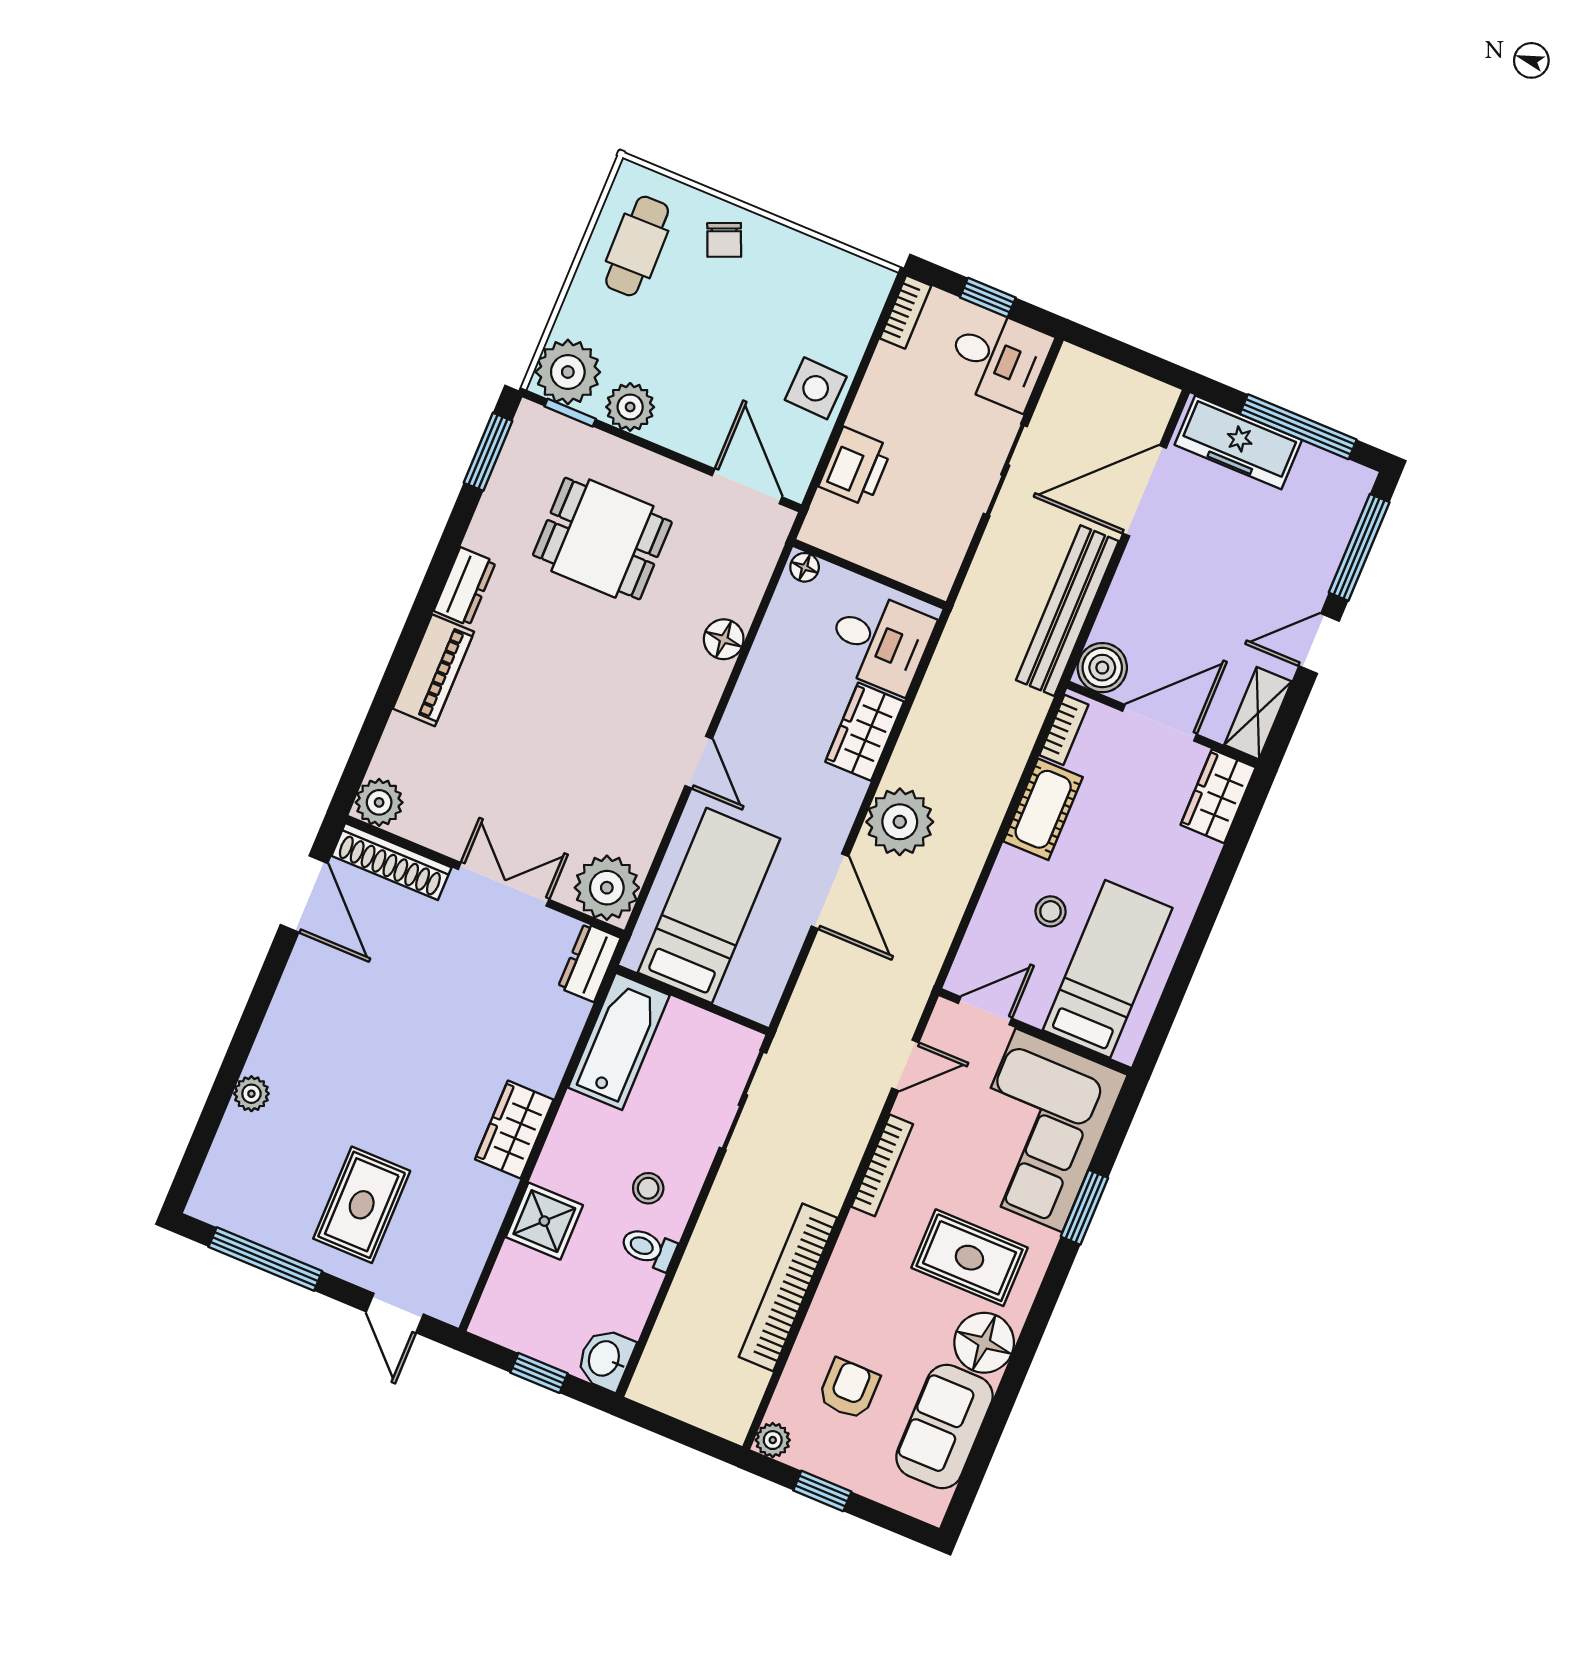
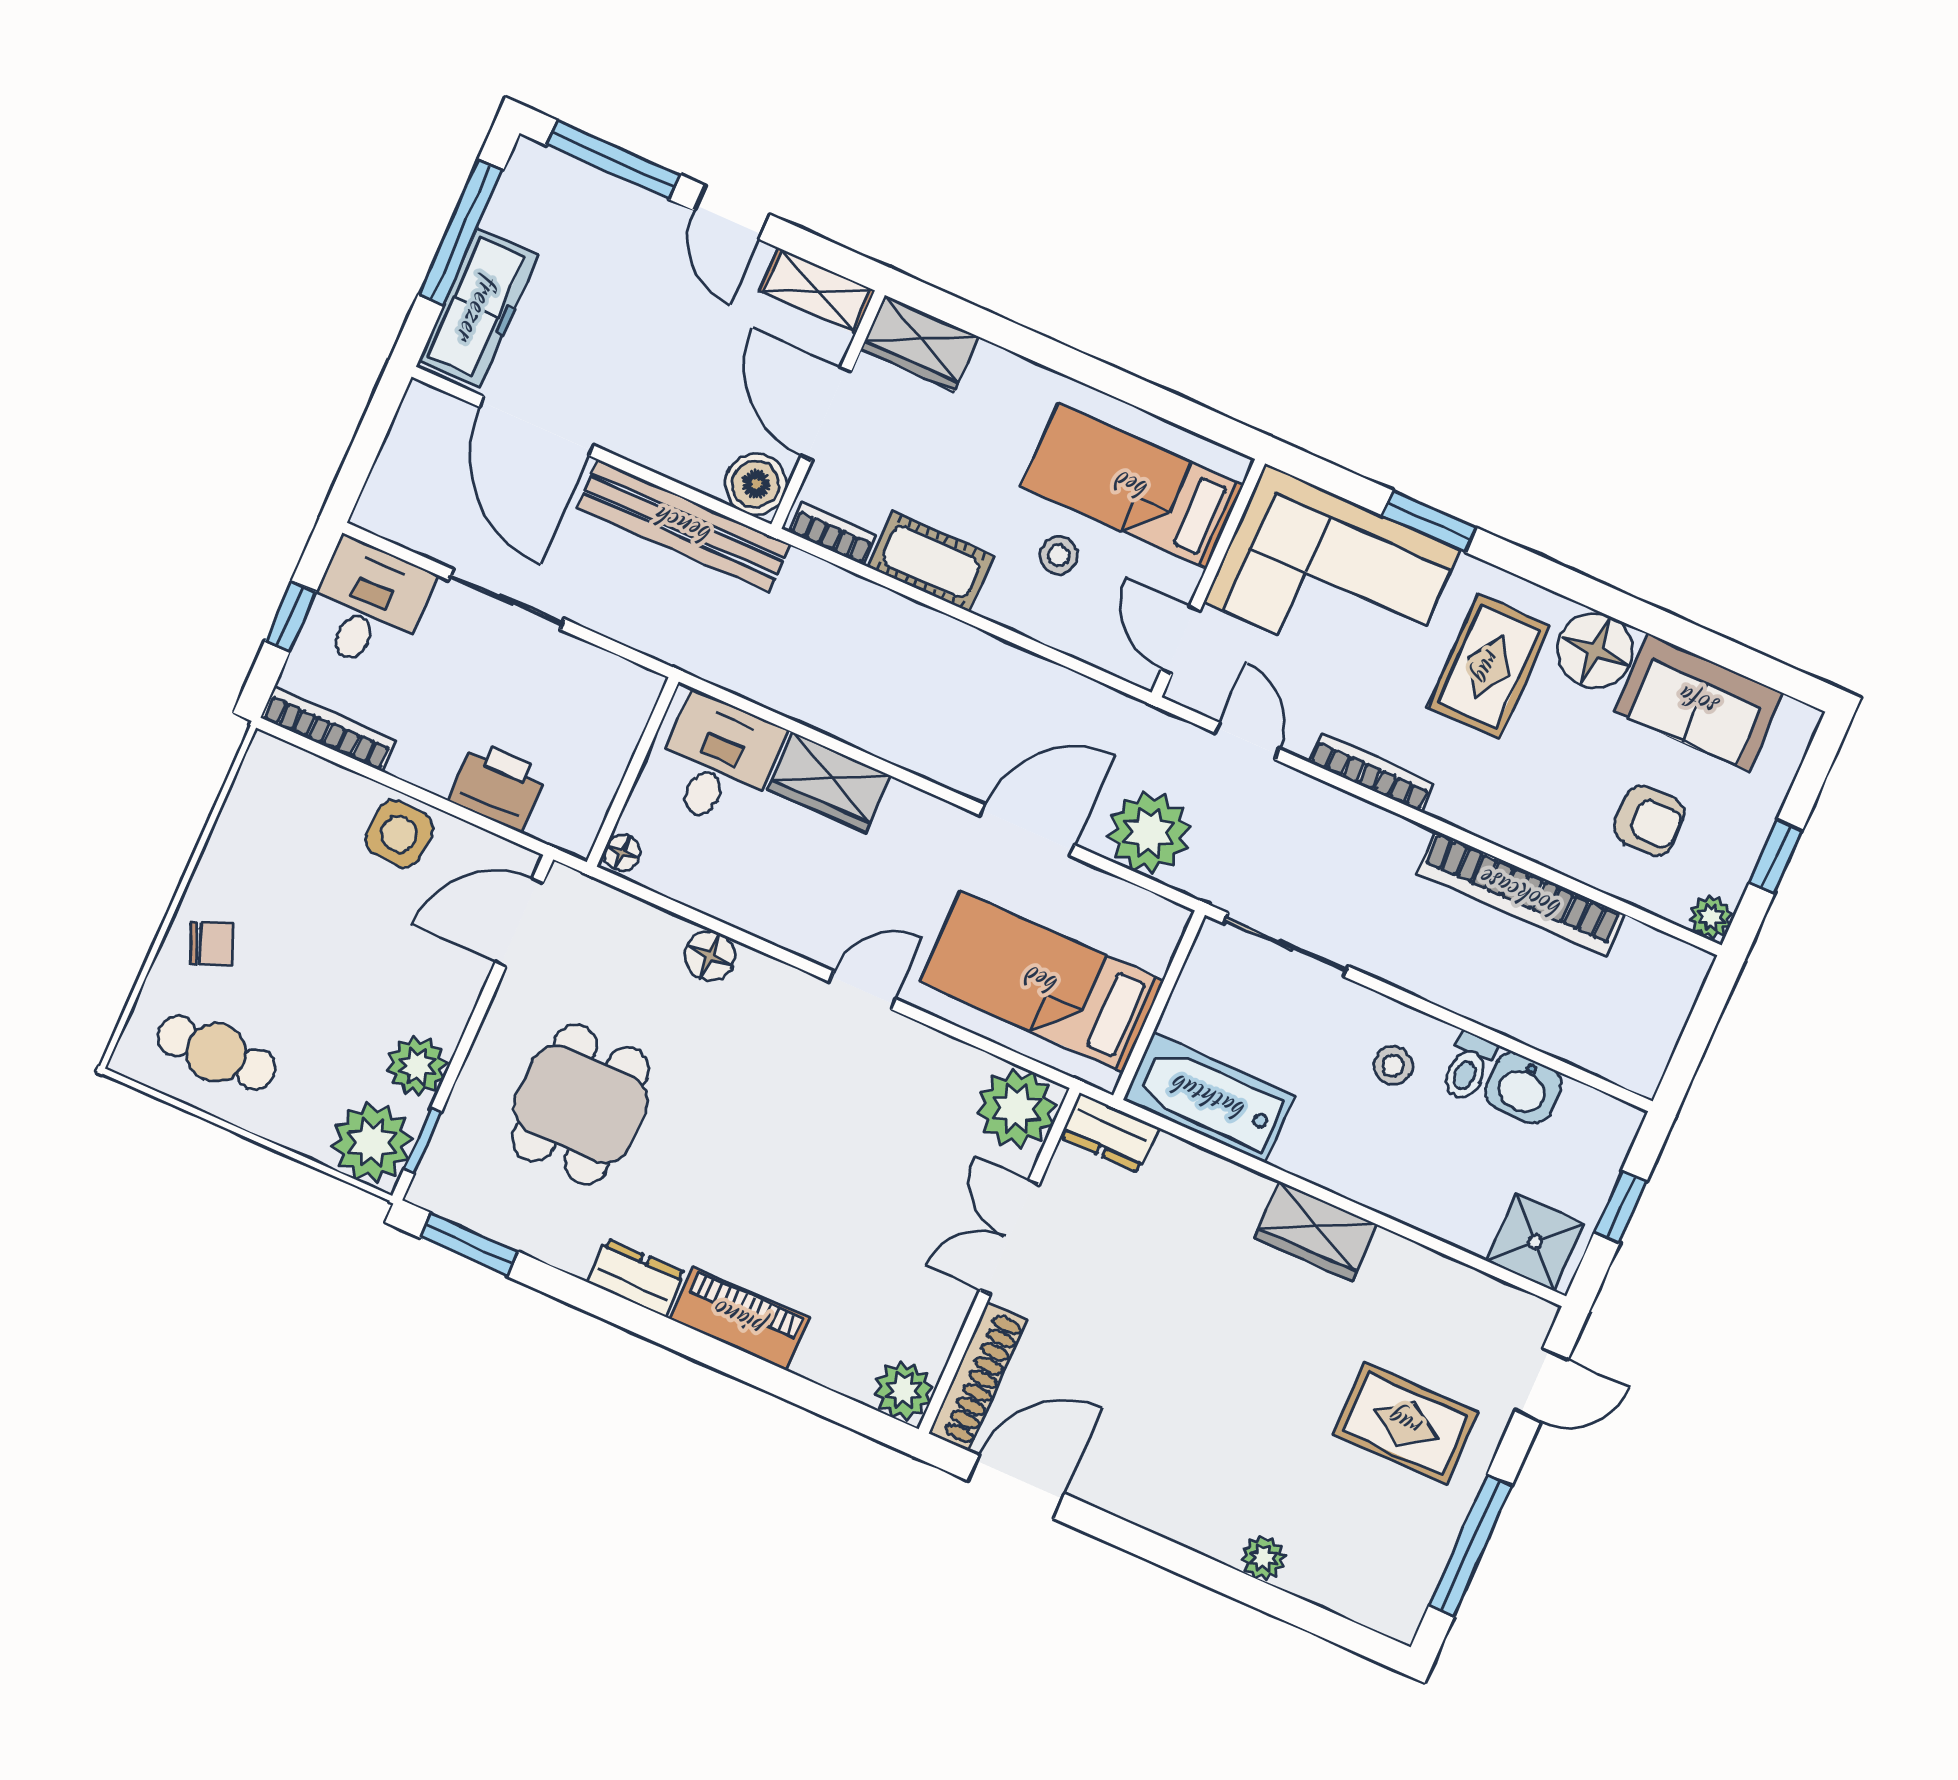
bookcase: (906, 312) -> (328, 729), width x1.56
plant: (900, 822) -> (1149, 832), moved
shower: (544, 1221) -> (1535, 1242), moved
washbasin: (605, 1359) -> (1523, 1088), moved
armchair: (849, 1389) -> (1649, 821), turned 180

